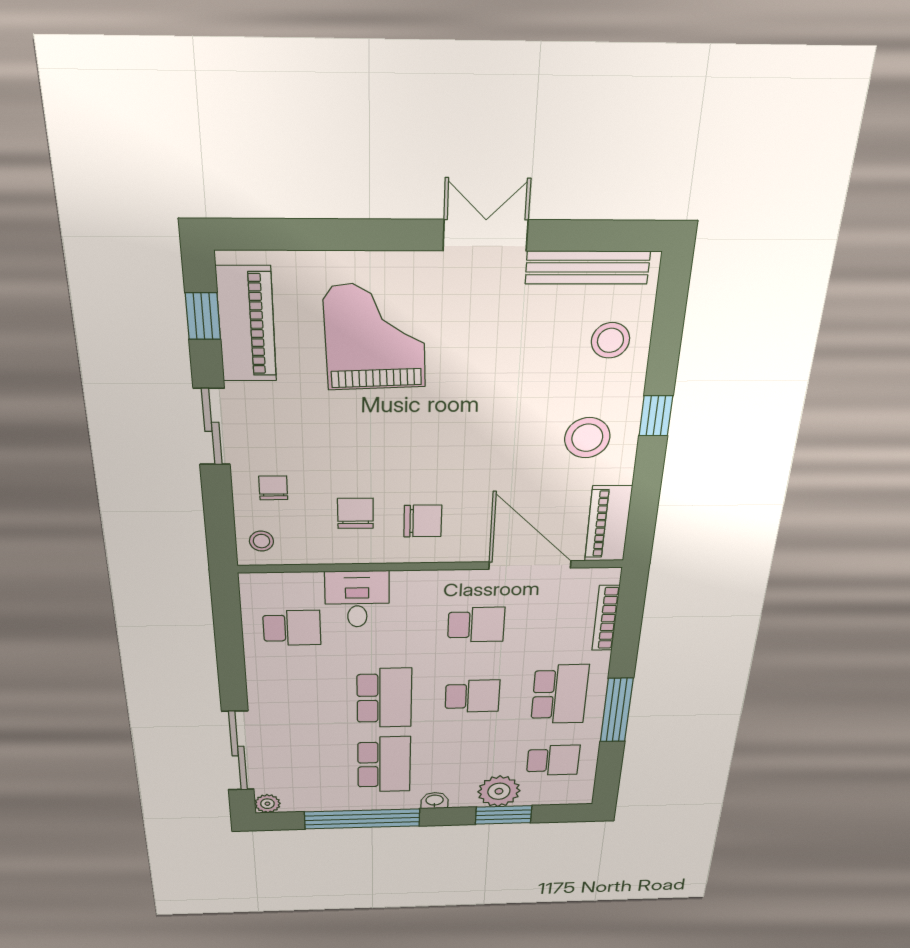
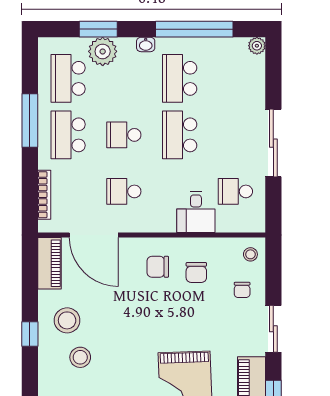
stool: (610, 340) -> (80, 357), moved
sliding door: (238, 751) -> (273, 143), moved
school desk: (553, 760) -> (68, 78), width x1.85

